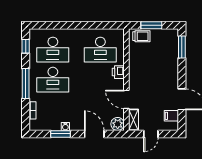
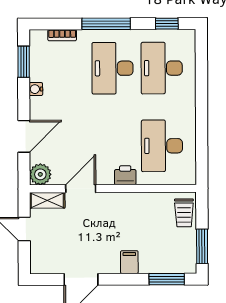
window: (151, 25) -> (202, 246), moved
filing cabinet: (171, 116) -> (129, 262), moved
window: (60, 134) -> (24, 62), moved

